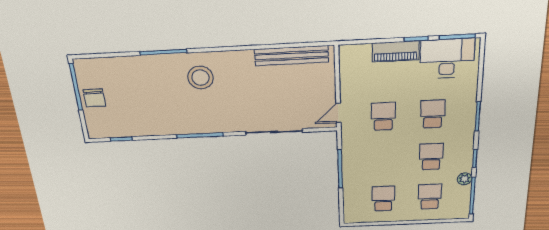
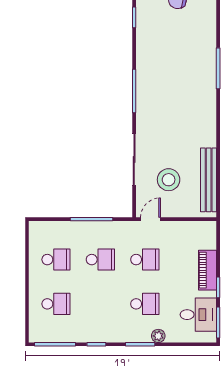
desk: (447, 59) -> (198, 315), width x0.73
stool: (200, 78) -> (169, 180), moved
door: (338, 113) -> (150, 219), hinge flipped
school desk: (431, 157) -> (100, 260), moved
plant: (465, 179) -> (158, 336), moved

